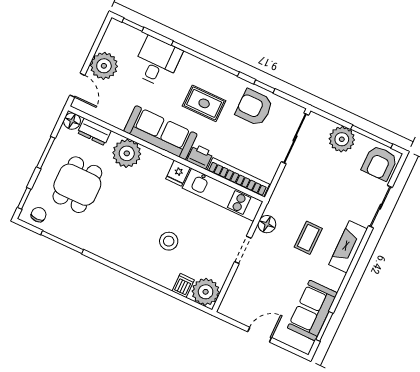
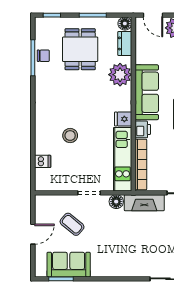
door: (77, 85) -> (153, 15), hinge flipped
dining table: (77, 185) -> (80, 49), turned 90
chair: (39, 215) -> (43, 56), moved
coffee table: (308, 238) -> (72, 224), moved, turned 40
fireplace: (348, 247) -> (144, 203), moved, turned 180
plant: (206, 292) -> (46, 180), removed
door: (260, 335) -> (33, 234), hinge flipped

